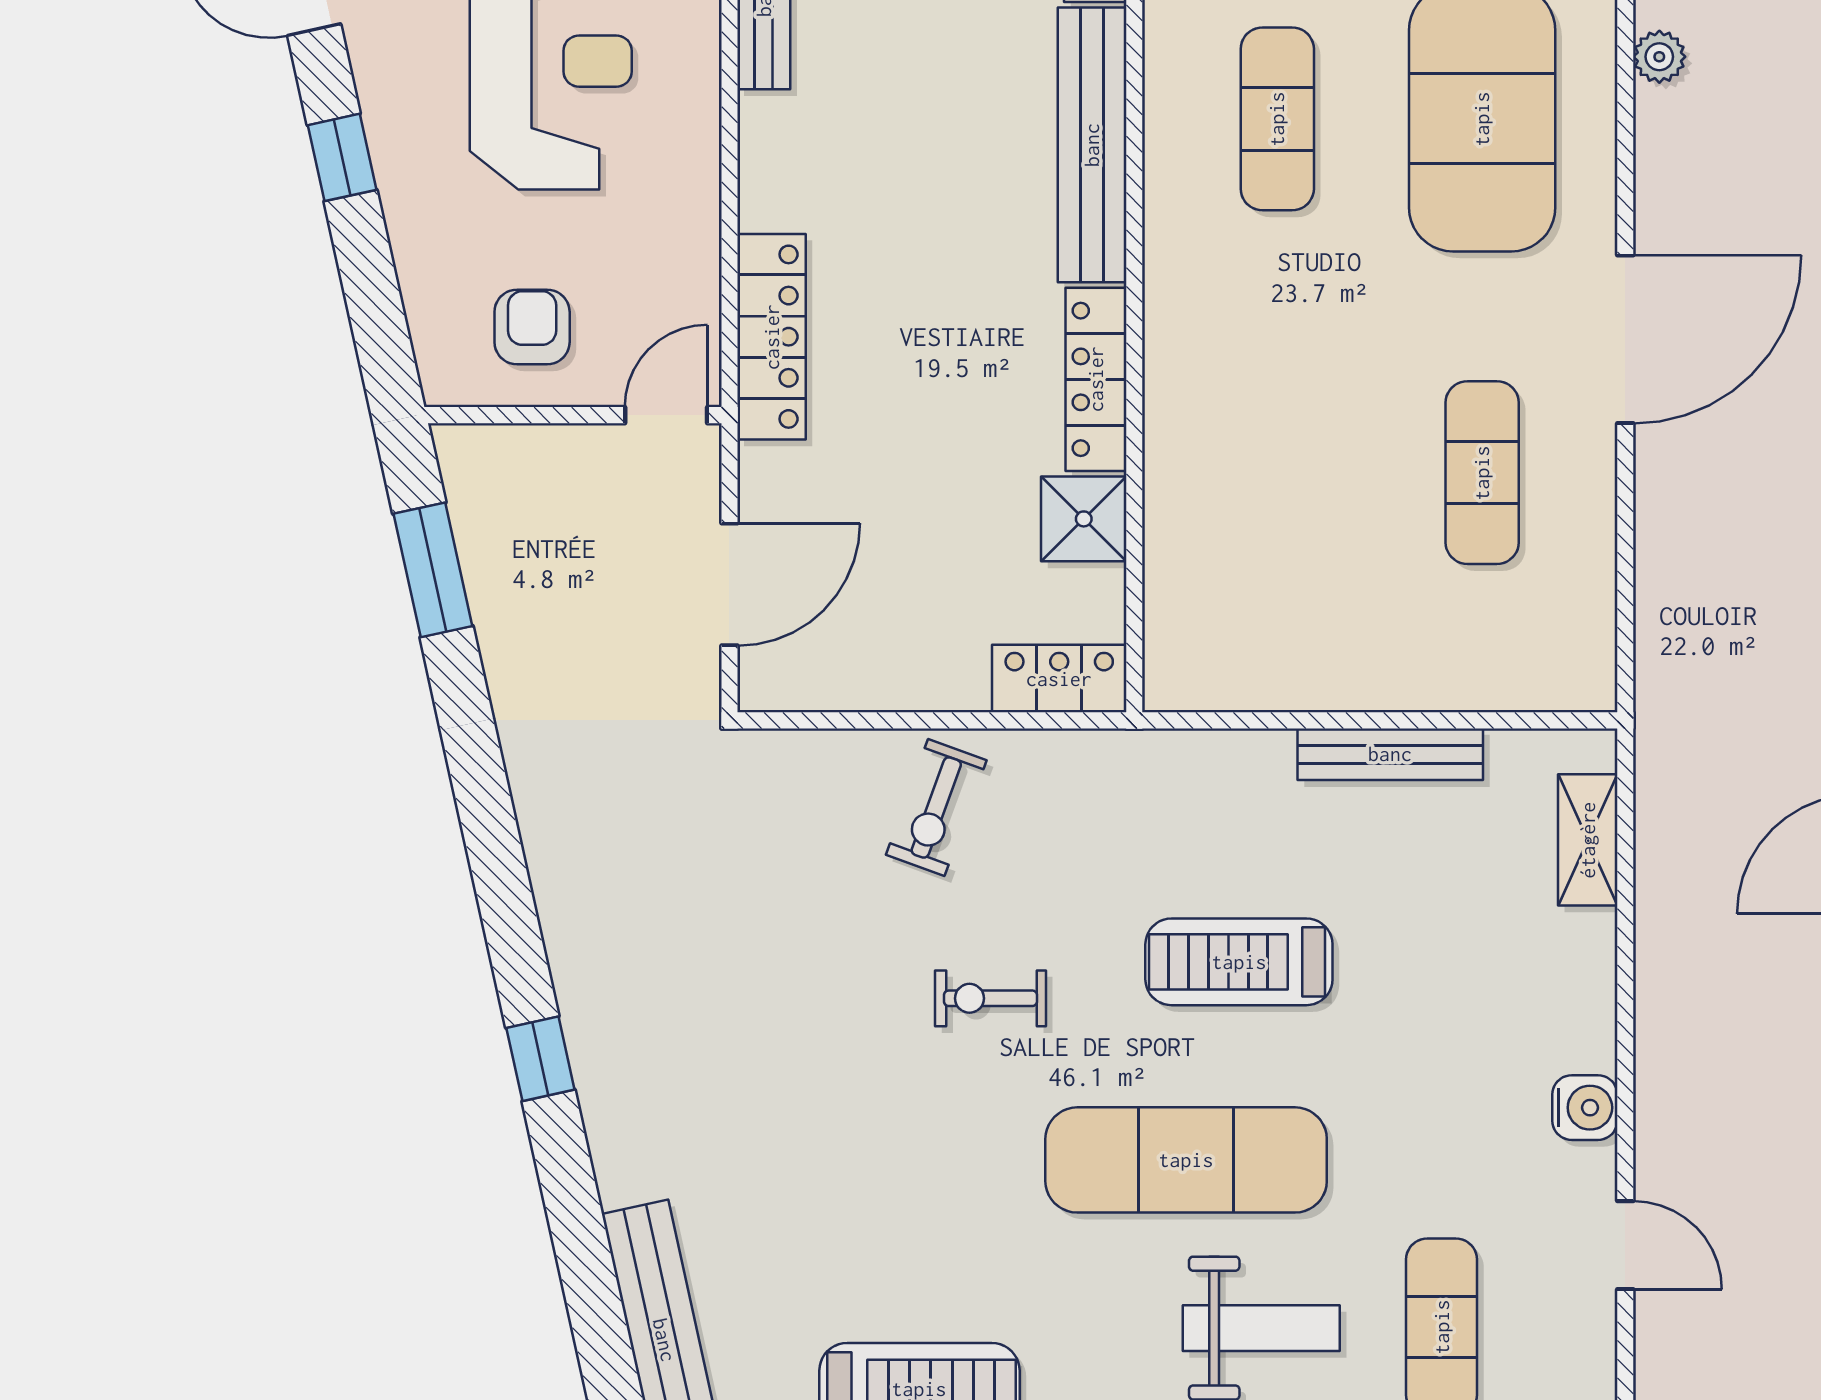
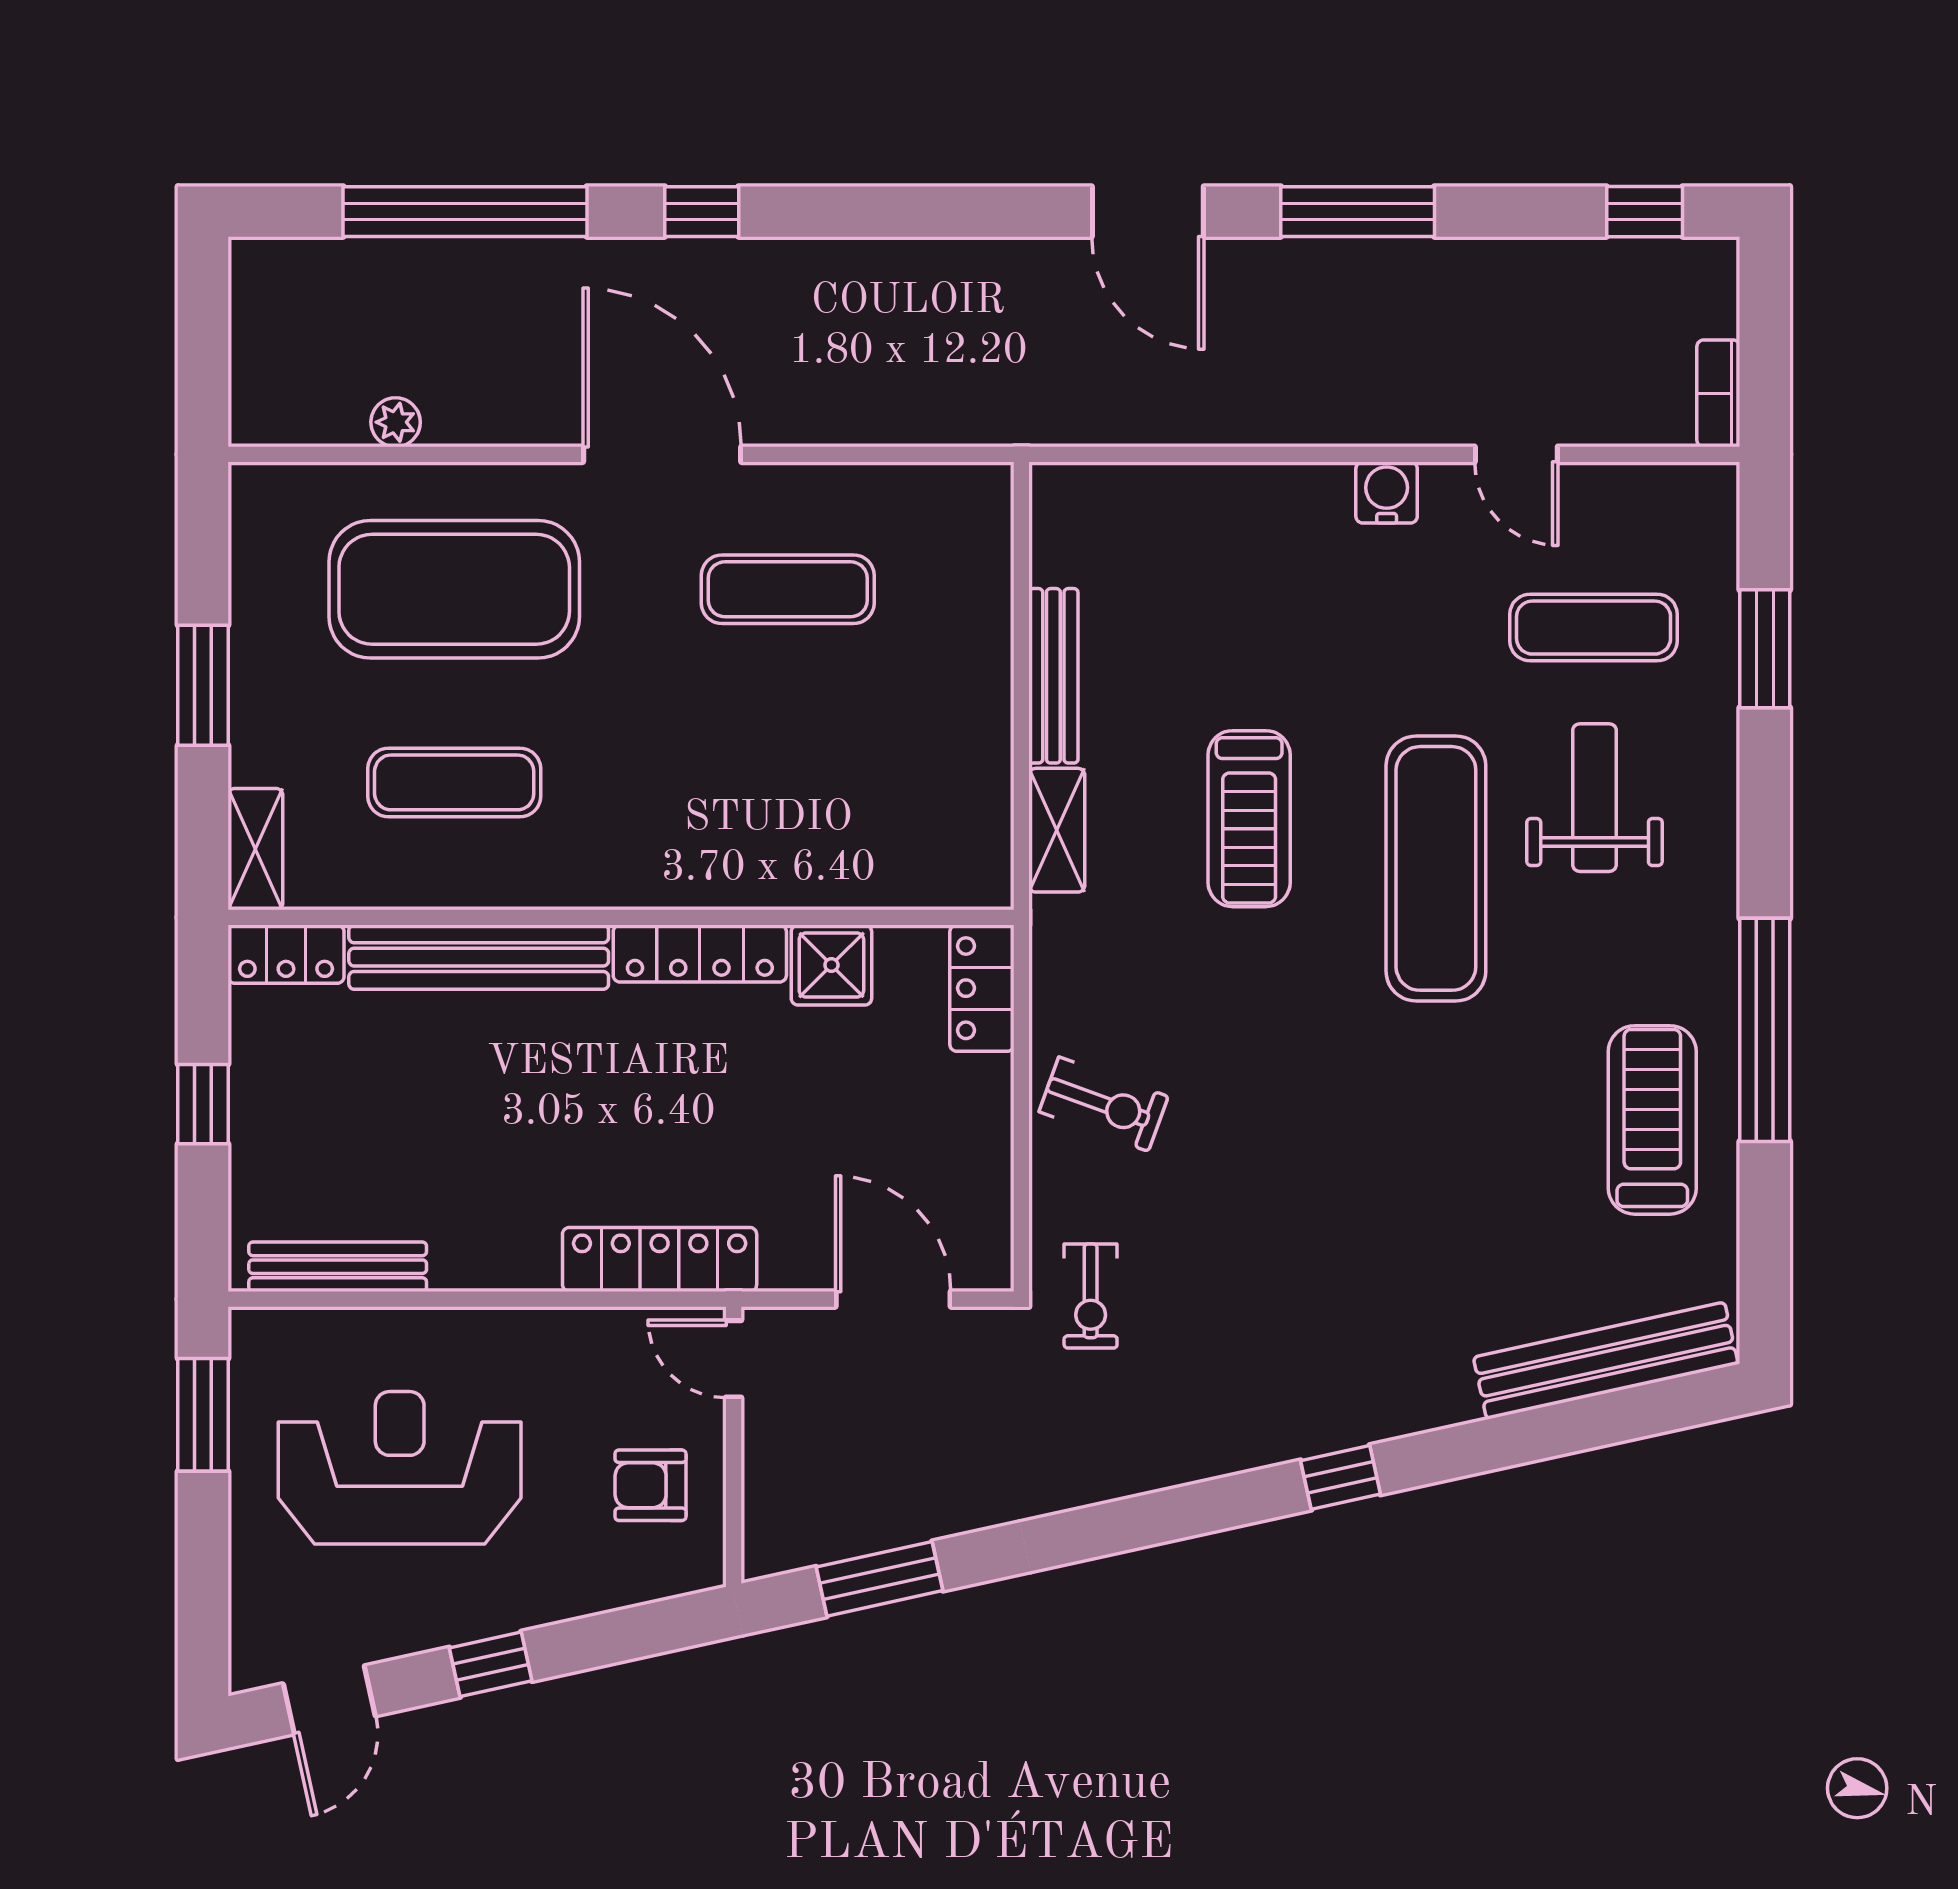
shelving: (1588, 840) -> (1057, 830), moved, turned 90
exercise bike: (990, 998) -> (1091, 1296), moved
door: (1625, 1245) -> (1516, 454), swing flipped

